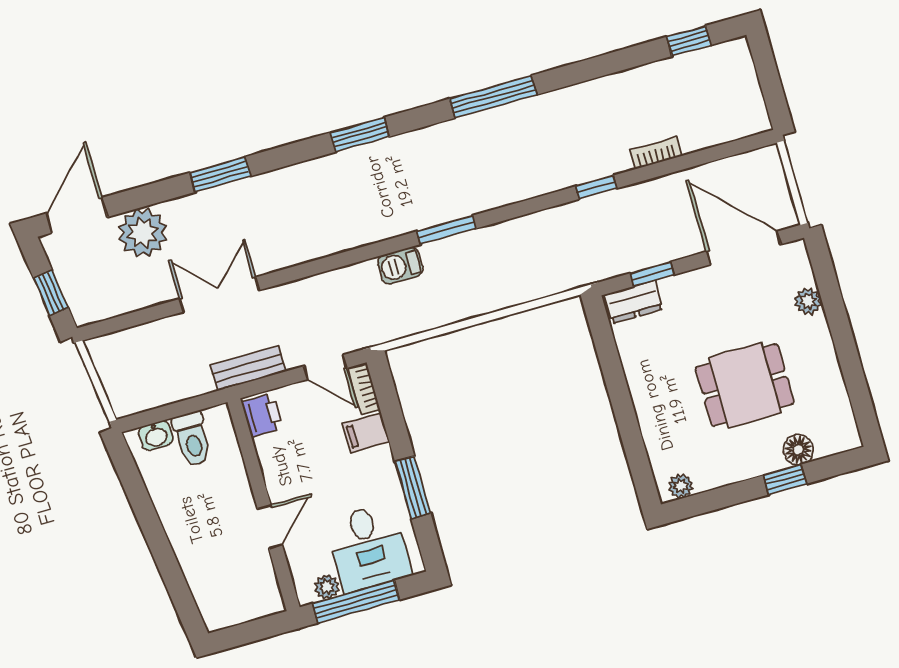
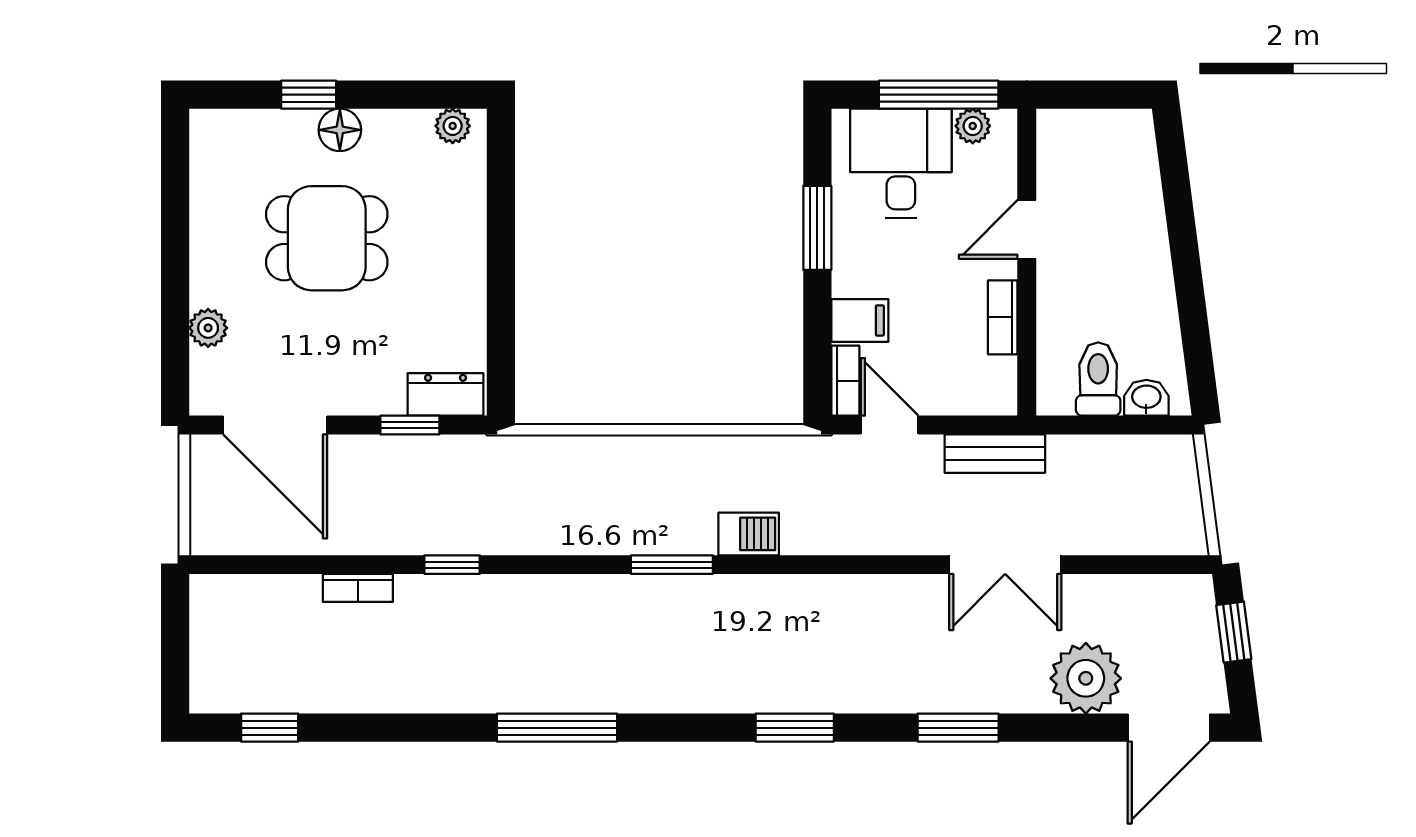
window: (360, 135) -> (795, 728), moved
printer: (262, 415) -> (994, 384), removed
floor lamp: (798, 450) -> (340, 130), moved
bookcase: (269, 462) -> (1003, 317), added

